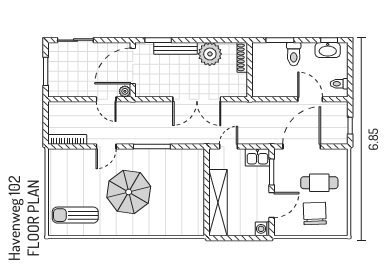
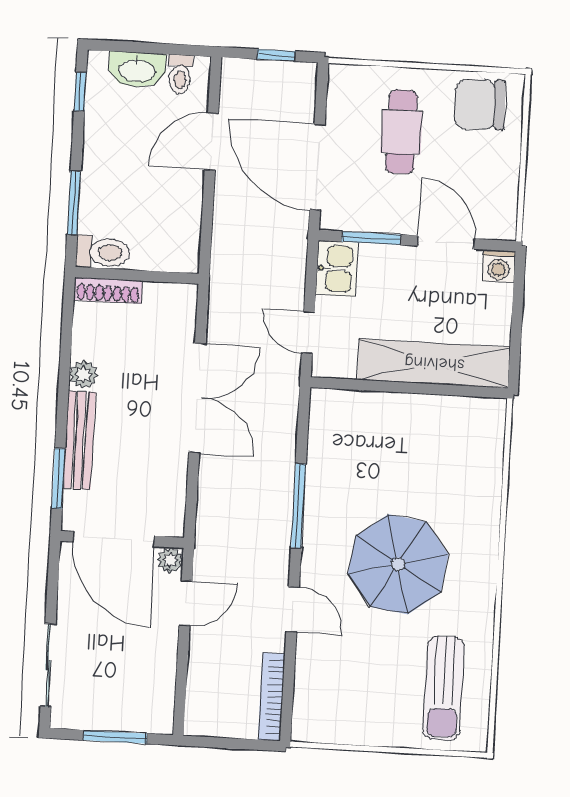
washbasin: (328, 50) -> (137, 70), moved, turned 90
plant: (210, 54) -> (83, 375), width x0.53, depth x0.53
toilet: (294, 54) -> (103, 252), moved
chair: (315, 213) -> (480, 105), moved

